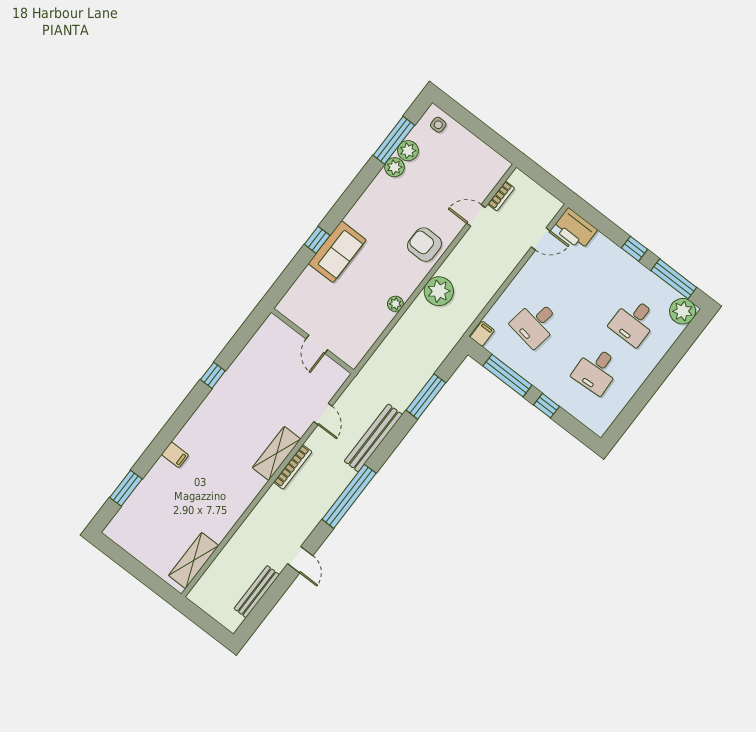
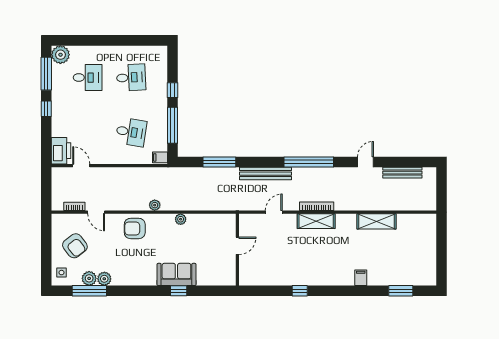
armchair: (457, 163) -> (75, 246), added
armchair: (424, 245) -> (135, 228), turned 90
plant: (439, 291) -> (155, 205), width x0.53, depth x0.53
shelving: (194, 561) -> (376, 221), moved

